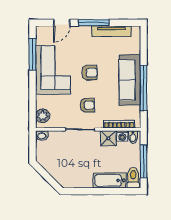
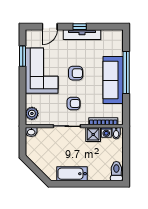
window: (94, 23) -> (80, 27), width x0.46
tv unit: (111, 31) -> (82, 35), moved
window: (33, 54) -> (23, 56), width x0.69
window: (144, 88) -> (126, 73), moved
window: (144, 161) -> (126, 156), removed
bathtub: (110, 180) -> (72, 174), moved

